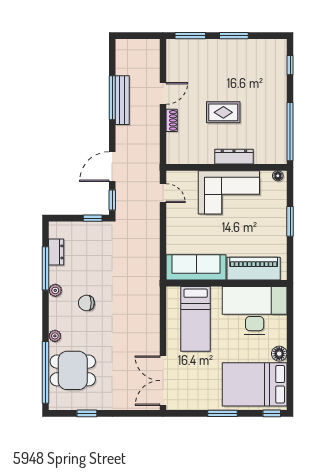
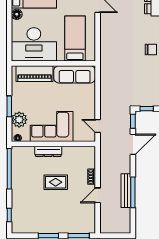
plant: (276, 202) -> (19, 120), added

